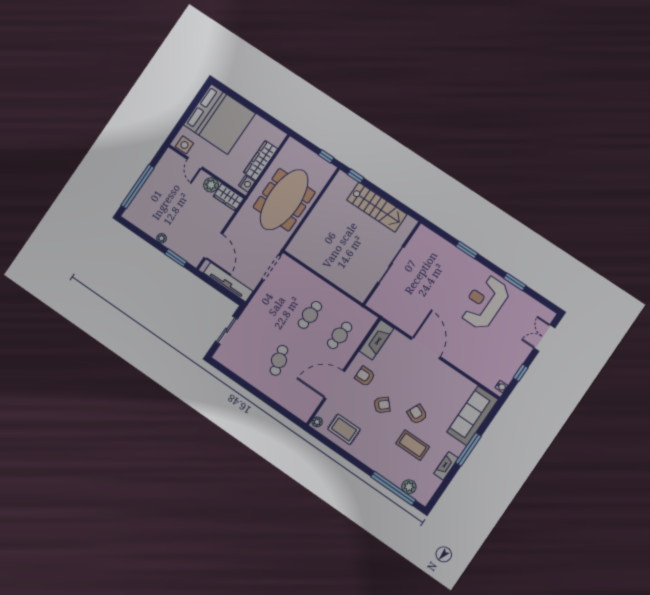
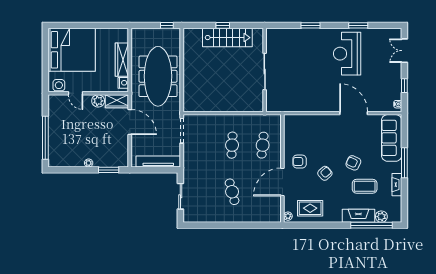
window: (356, 176) -> (223, 25), moved
door: (213, 246) -> (130, 122), moved
fireplace: (376, 340) -> (358, 216), moved, turned -90
door: (426, 348) -> (354, 113), moved

